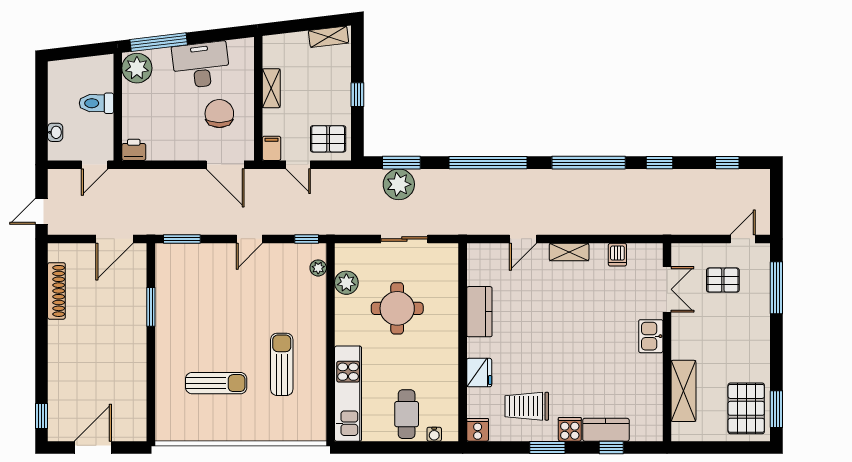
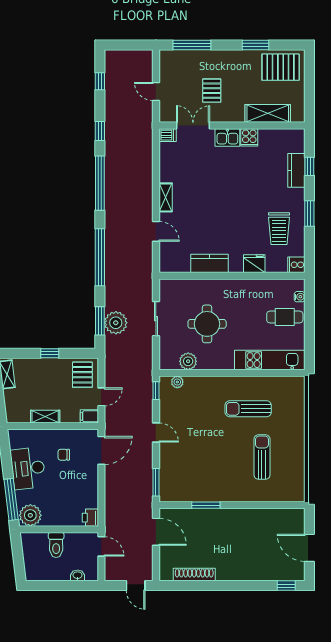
chair: (219, 114) -> (64, 455), width x0.54, depth x0.54
door: (743, 239) -> (156, 92), moved
dishwasher: (617, 255) -> (168, 135), moved
pallet: (723, 280) -> (212, 91), moved
window: (776, 409) -> (255, 45), moved
cooker: (570, 429) -> (249, 137), moved, turned -90

